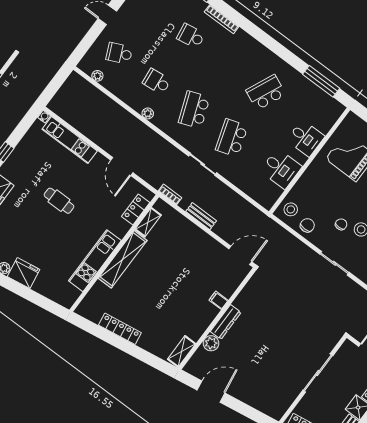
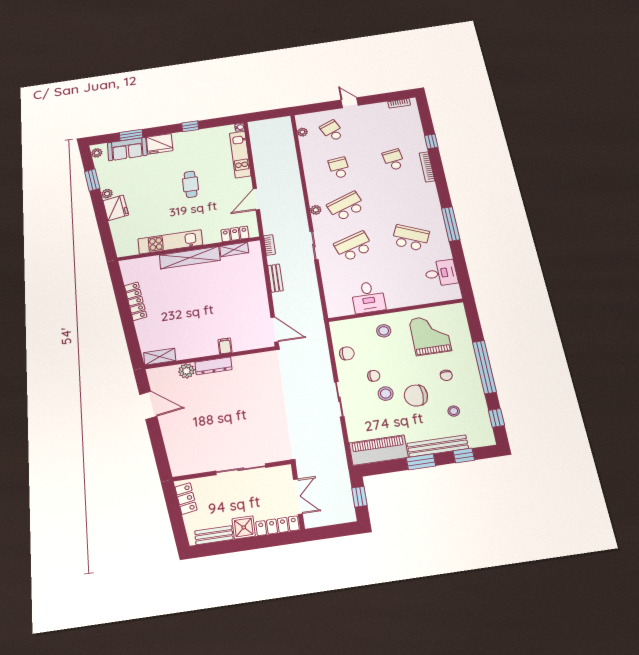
window: (321, 81) -> (451, 224), moved
plant: (148, 113) -> (316, 210), moved
desk: (306, 138) -> (441, 273), moved, turned -90
stool: (291, 209) -> (384, 331), moved

